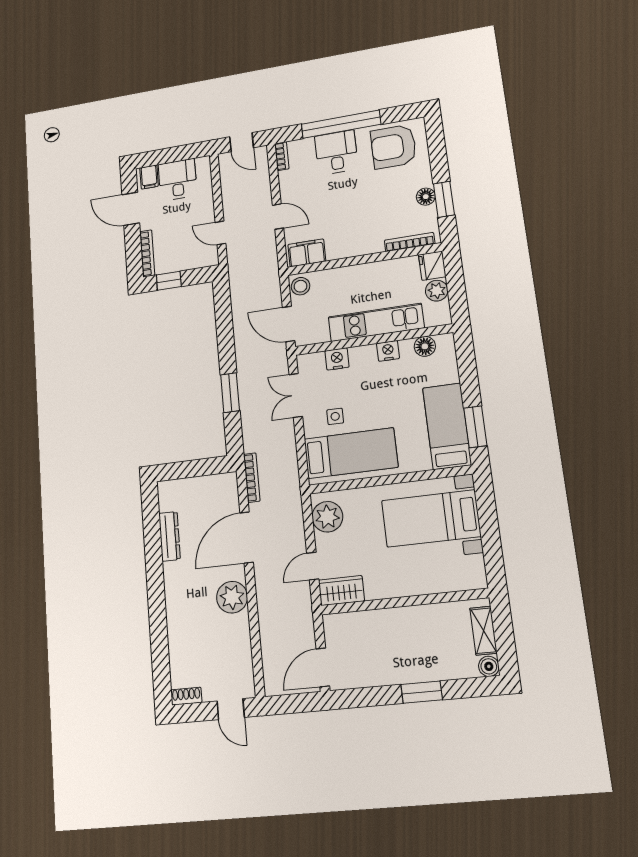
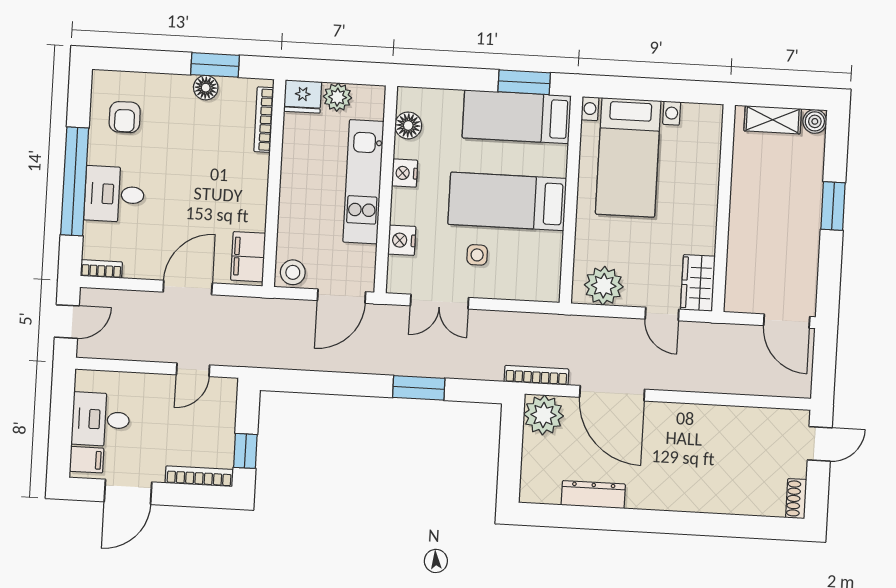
armchair: (393, 147) -> (125, 117), width x0.53, depth x0.53
door: (278, 216) -> (188, 288), width x1.38
bed: (351, 453) -> (507, 201), moved, turned -90
plant: (232, 597) -> (544, 415), moved

